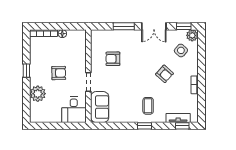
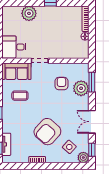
window: (124, 26) -> (92, 82), moved
plant: (118, 38) -> (81, 88), added
armchair: (59, 73) -> (48, 33), removed
armchair: (164, 74) -> (47, 132), width x1.88, depth x1.88
coffee table: (148, 106) -> (20, 96), moved

